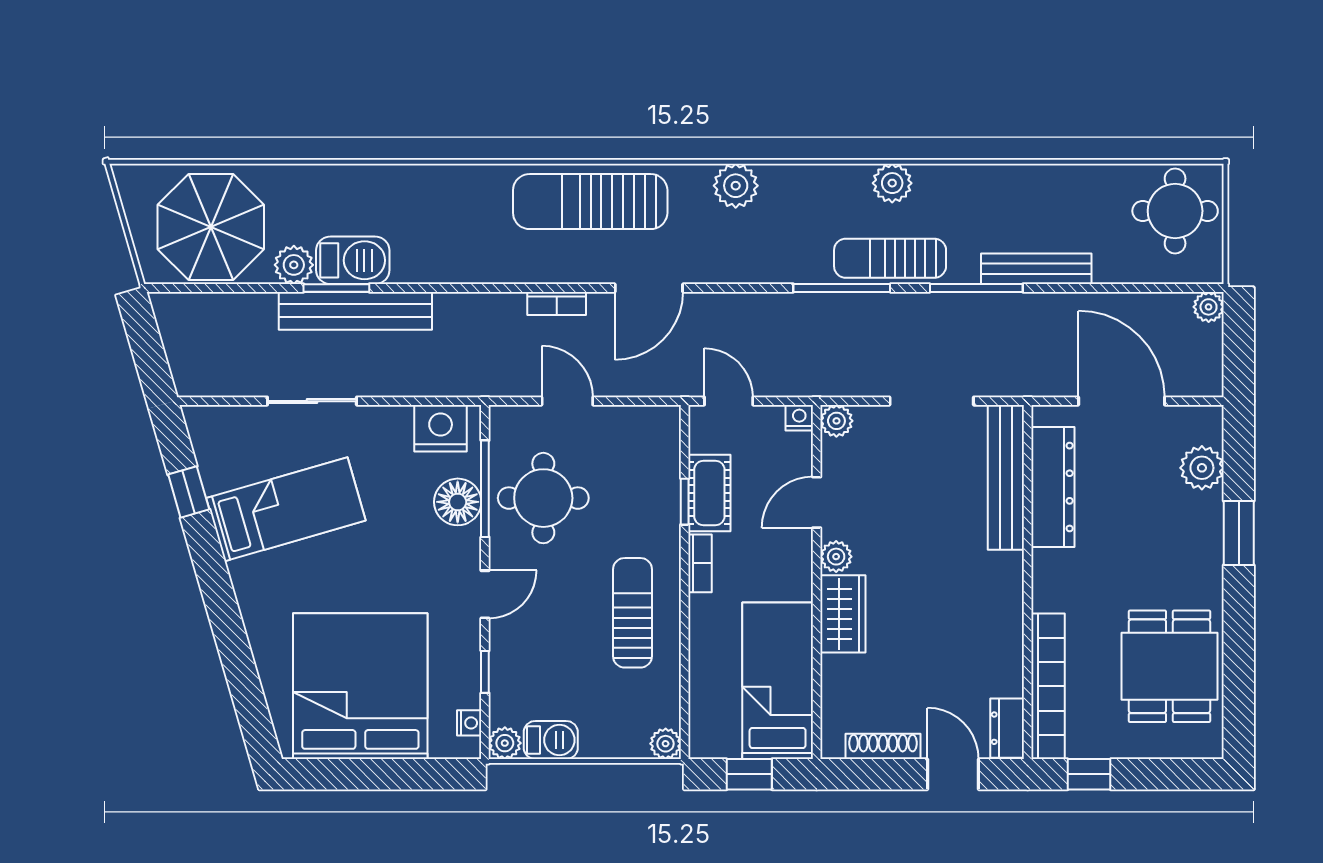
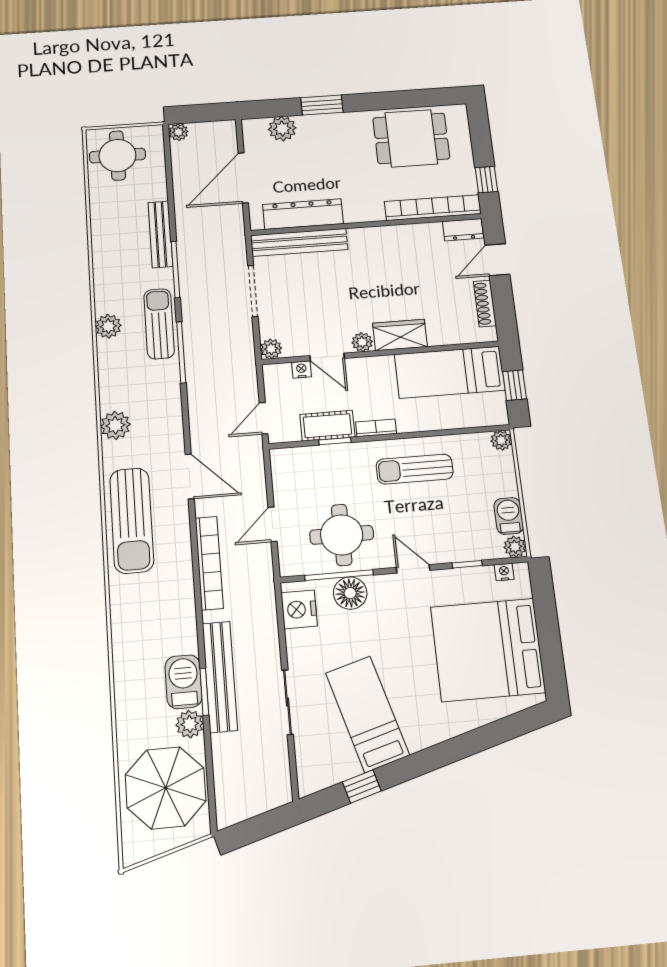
sun lounger: (890, 258) -> (159, 324), turned 180
bookcase: (557, 303) -> (209, 563), width x2.31, depth x1.31
nightstand: (799, 418) -> (301, 369), moved, turned 90

